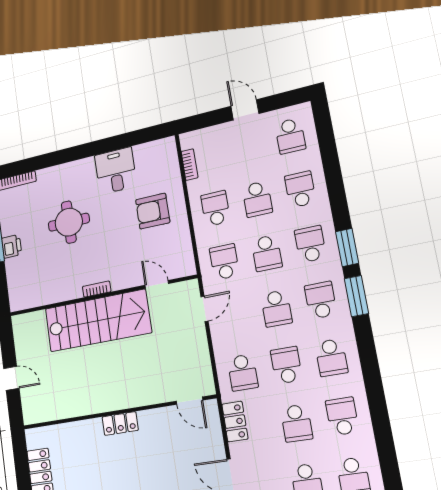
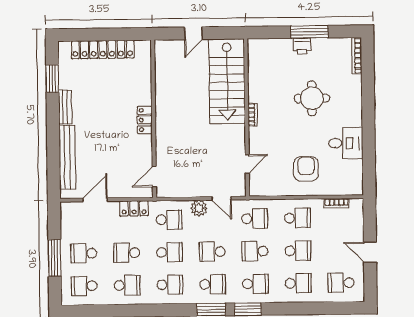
door: (245, 110) -> (370, 252), swing flipped
school desk: (257, 199) -> (298, 251), turned 180
stairs: (98, 321) -> (227, 81), moved
plant: (222, 336) -> (199, 208), added
school desk: (331, 358) -> (170, 285), turned 180
school desk: (243, 373) -> (169, 220), turned 180

